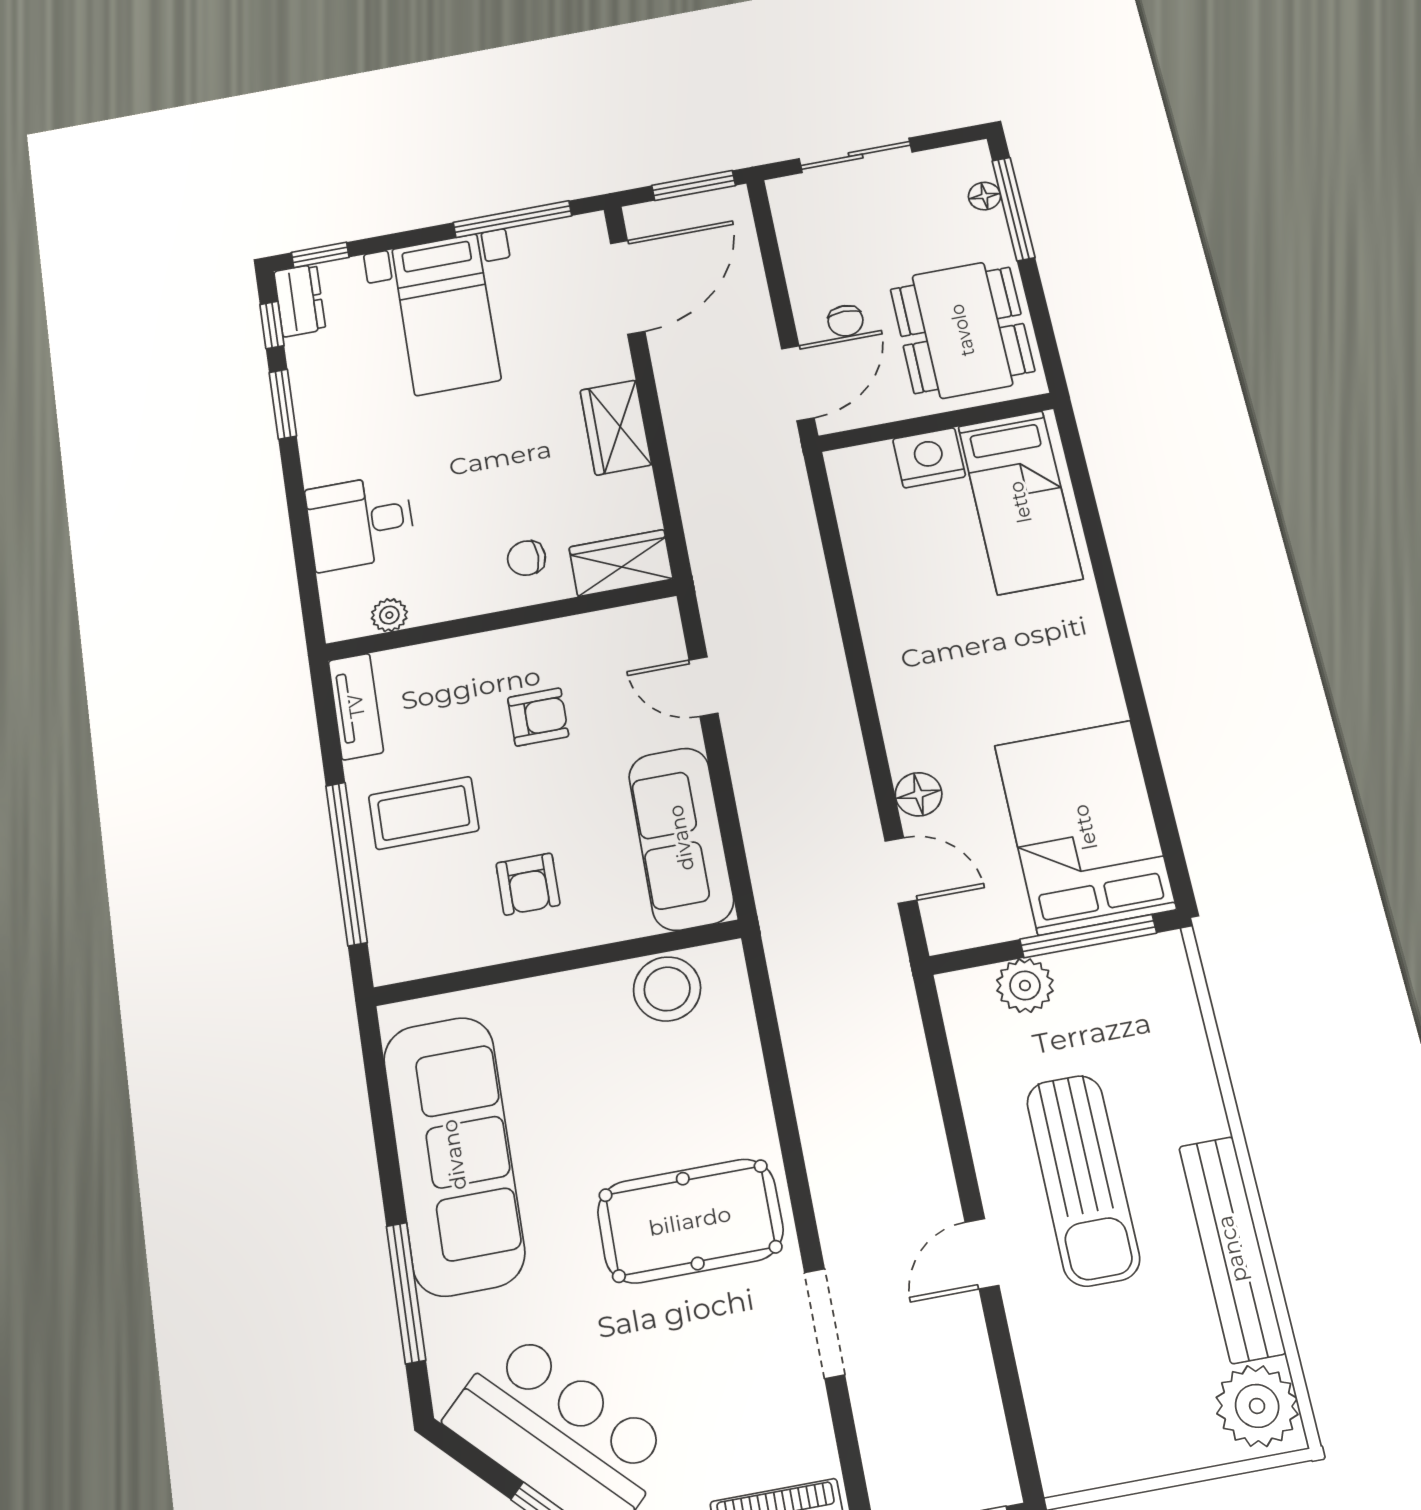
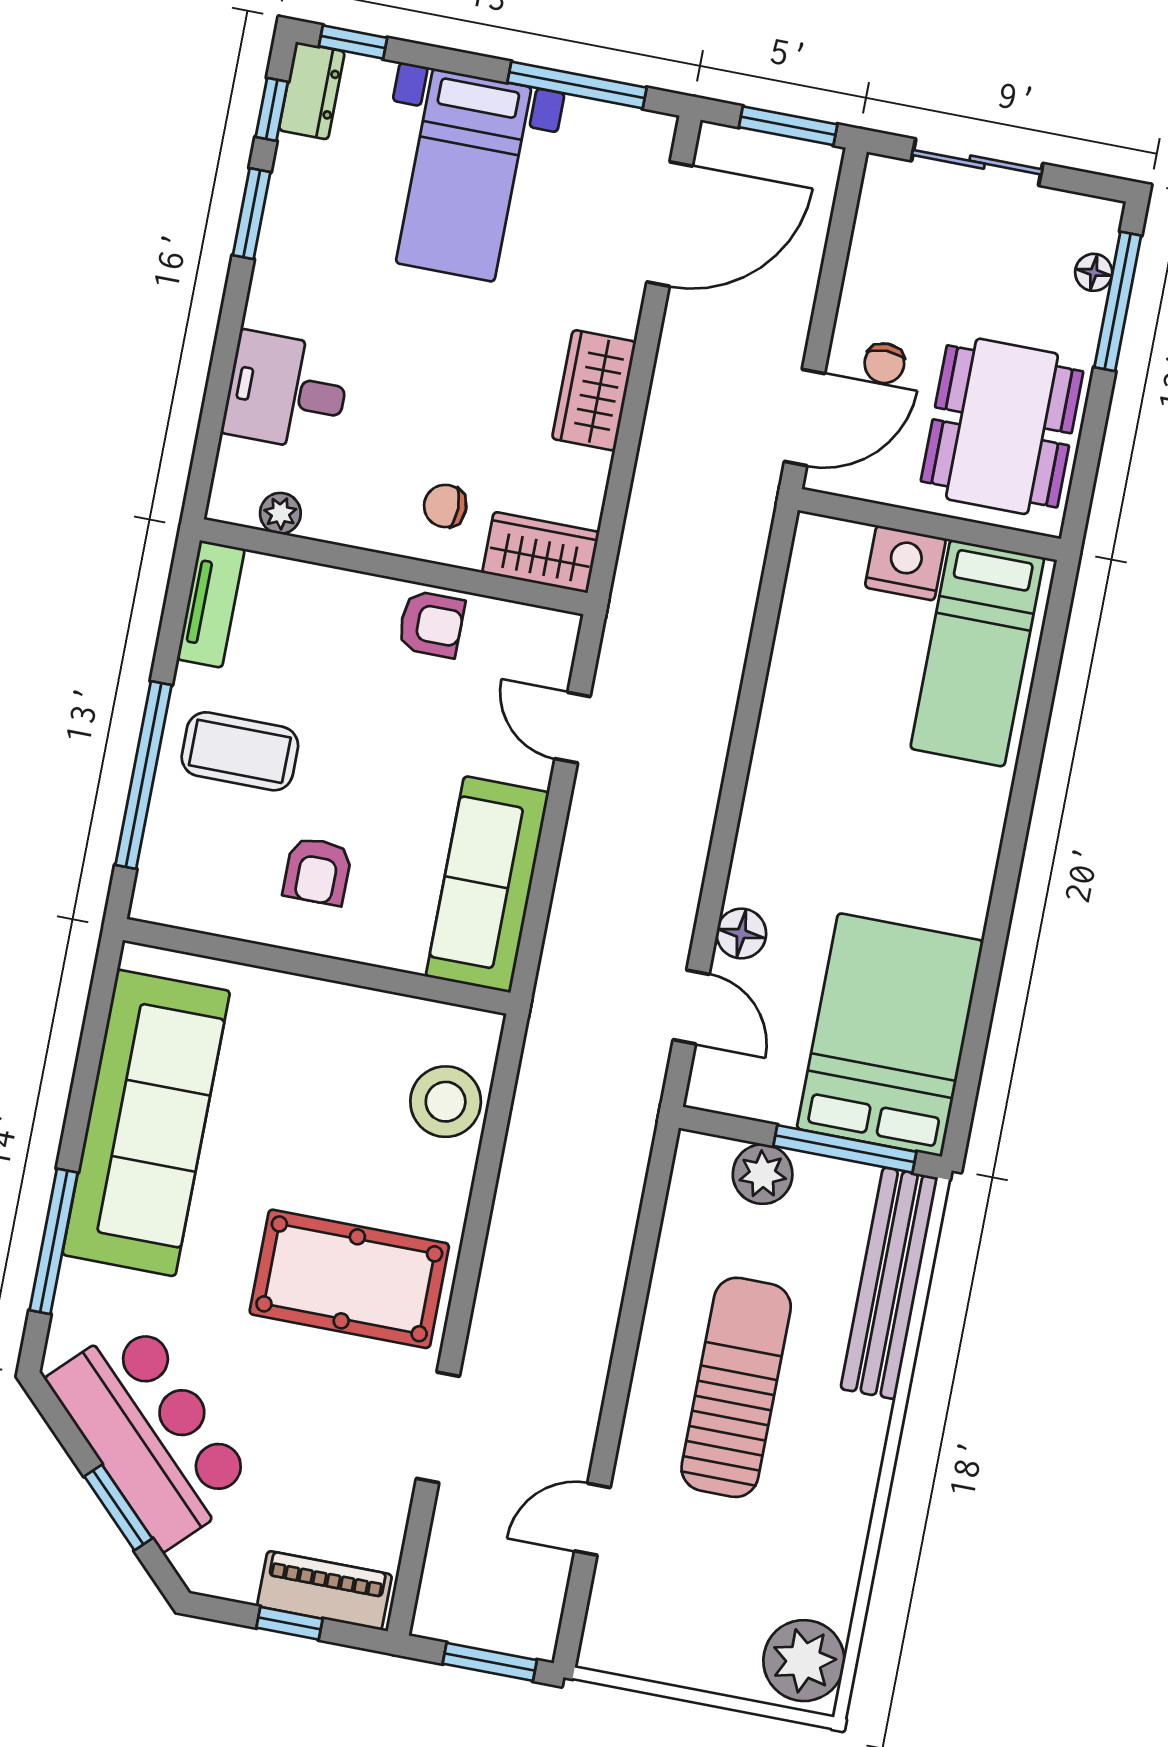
armchair: (538, 717) -> (431, 624), moved
stool: (667, 989) -> (446, 1102), moved
sun lounger: (1083, 1180) -> (736, 1387), turned 180
bench: (1232, 1249) -> (889, 1283), moved
door: (982, 1254) -> (592, 1519), moved

